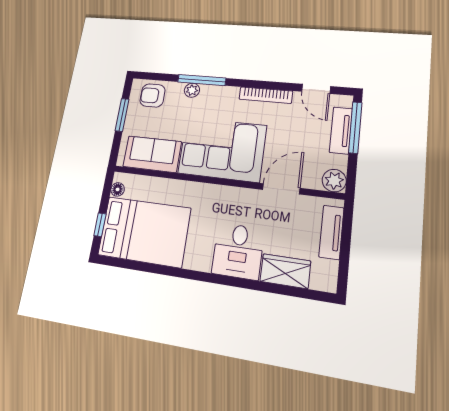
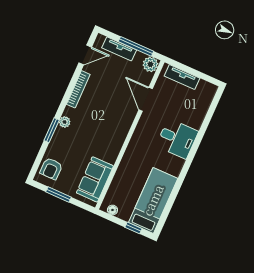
window: (202, 80) -> (52, 130), width x0.69
plant: (192, 90) -> (65, 122), moved
window: (355, 128) -> (136, 46), moved
corner sofa: (222, 149) -> (107, 130), removed
bed: (144, 232) -> (153, 200), width x0.67
wardrobe: (285, 271) -> (198, 113), removed

